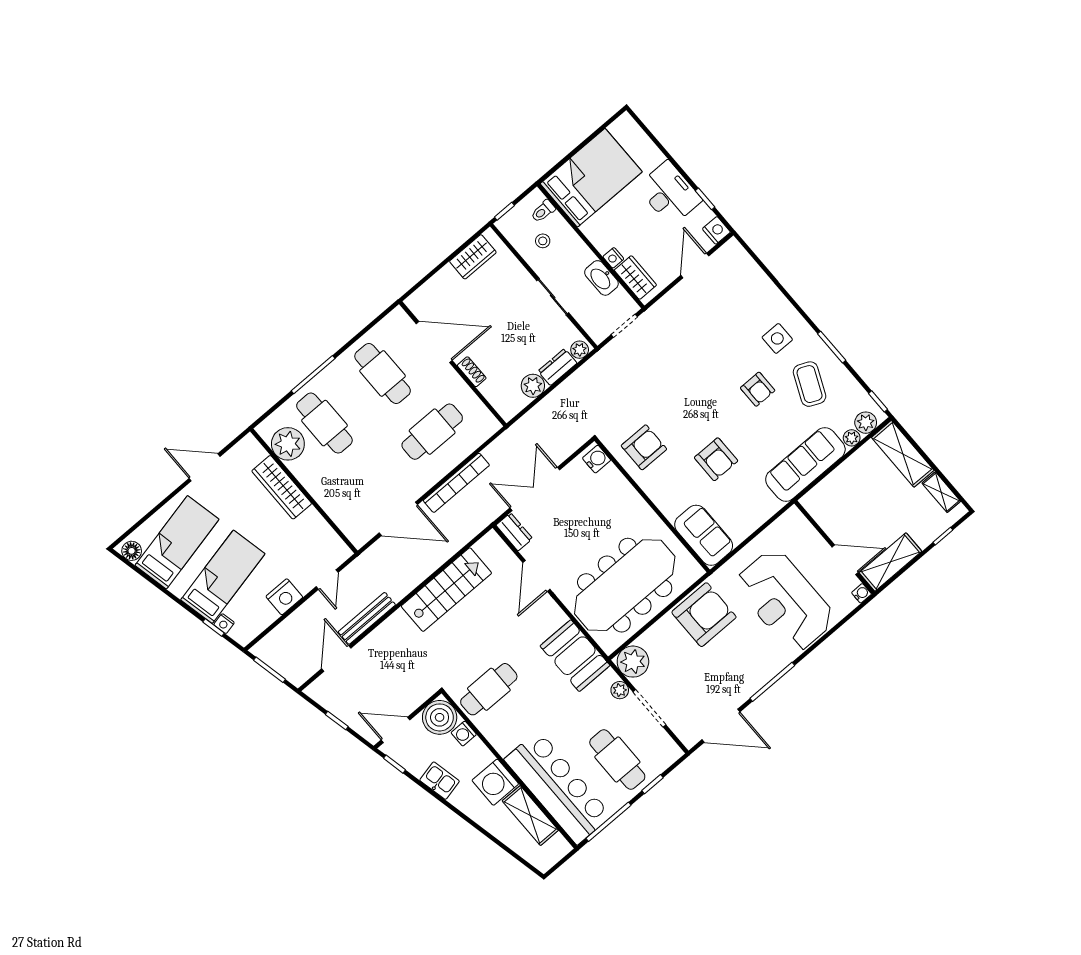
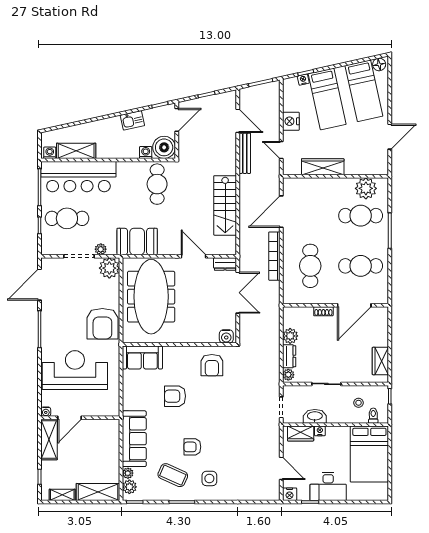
wardrobe: (282, 487) -> (323, 167), moved
washing machine: (495, 782) -> (50, 153), moved, width x0.53, depth x0.53

